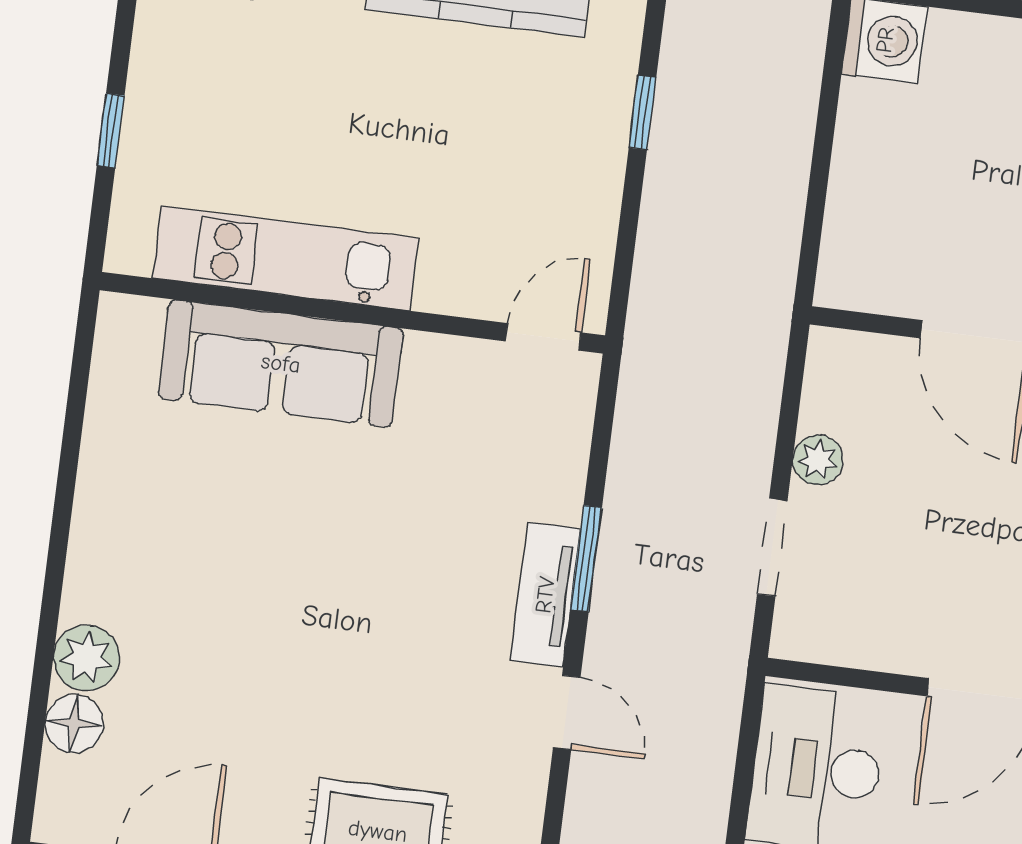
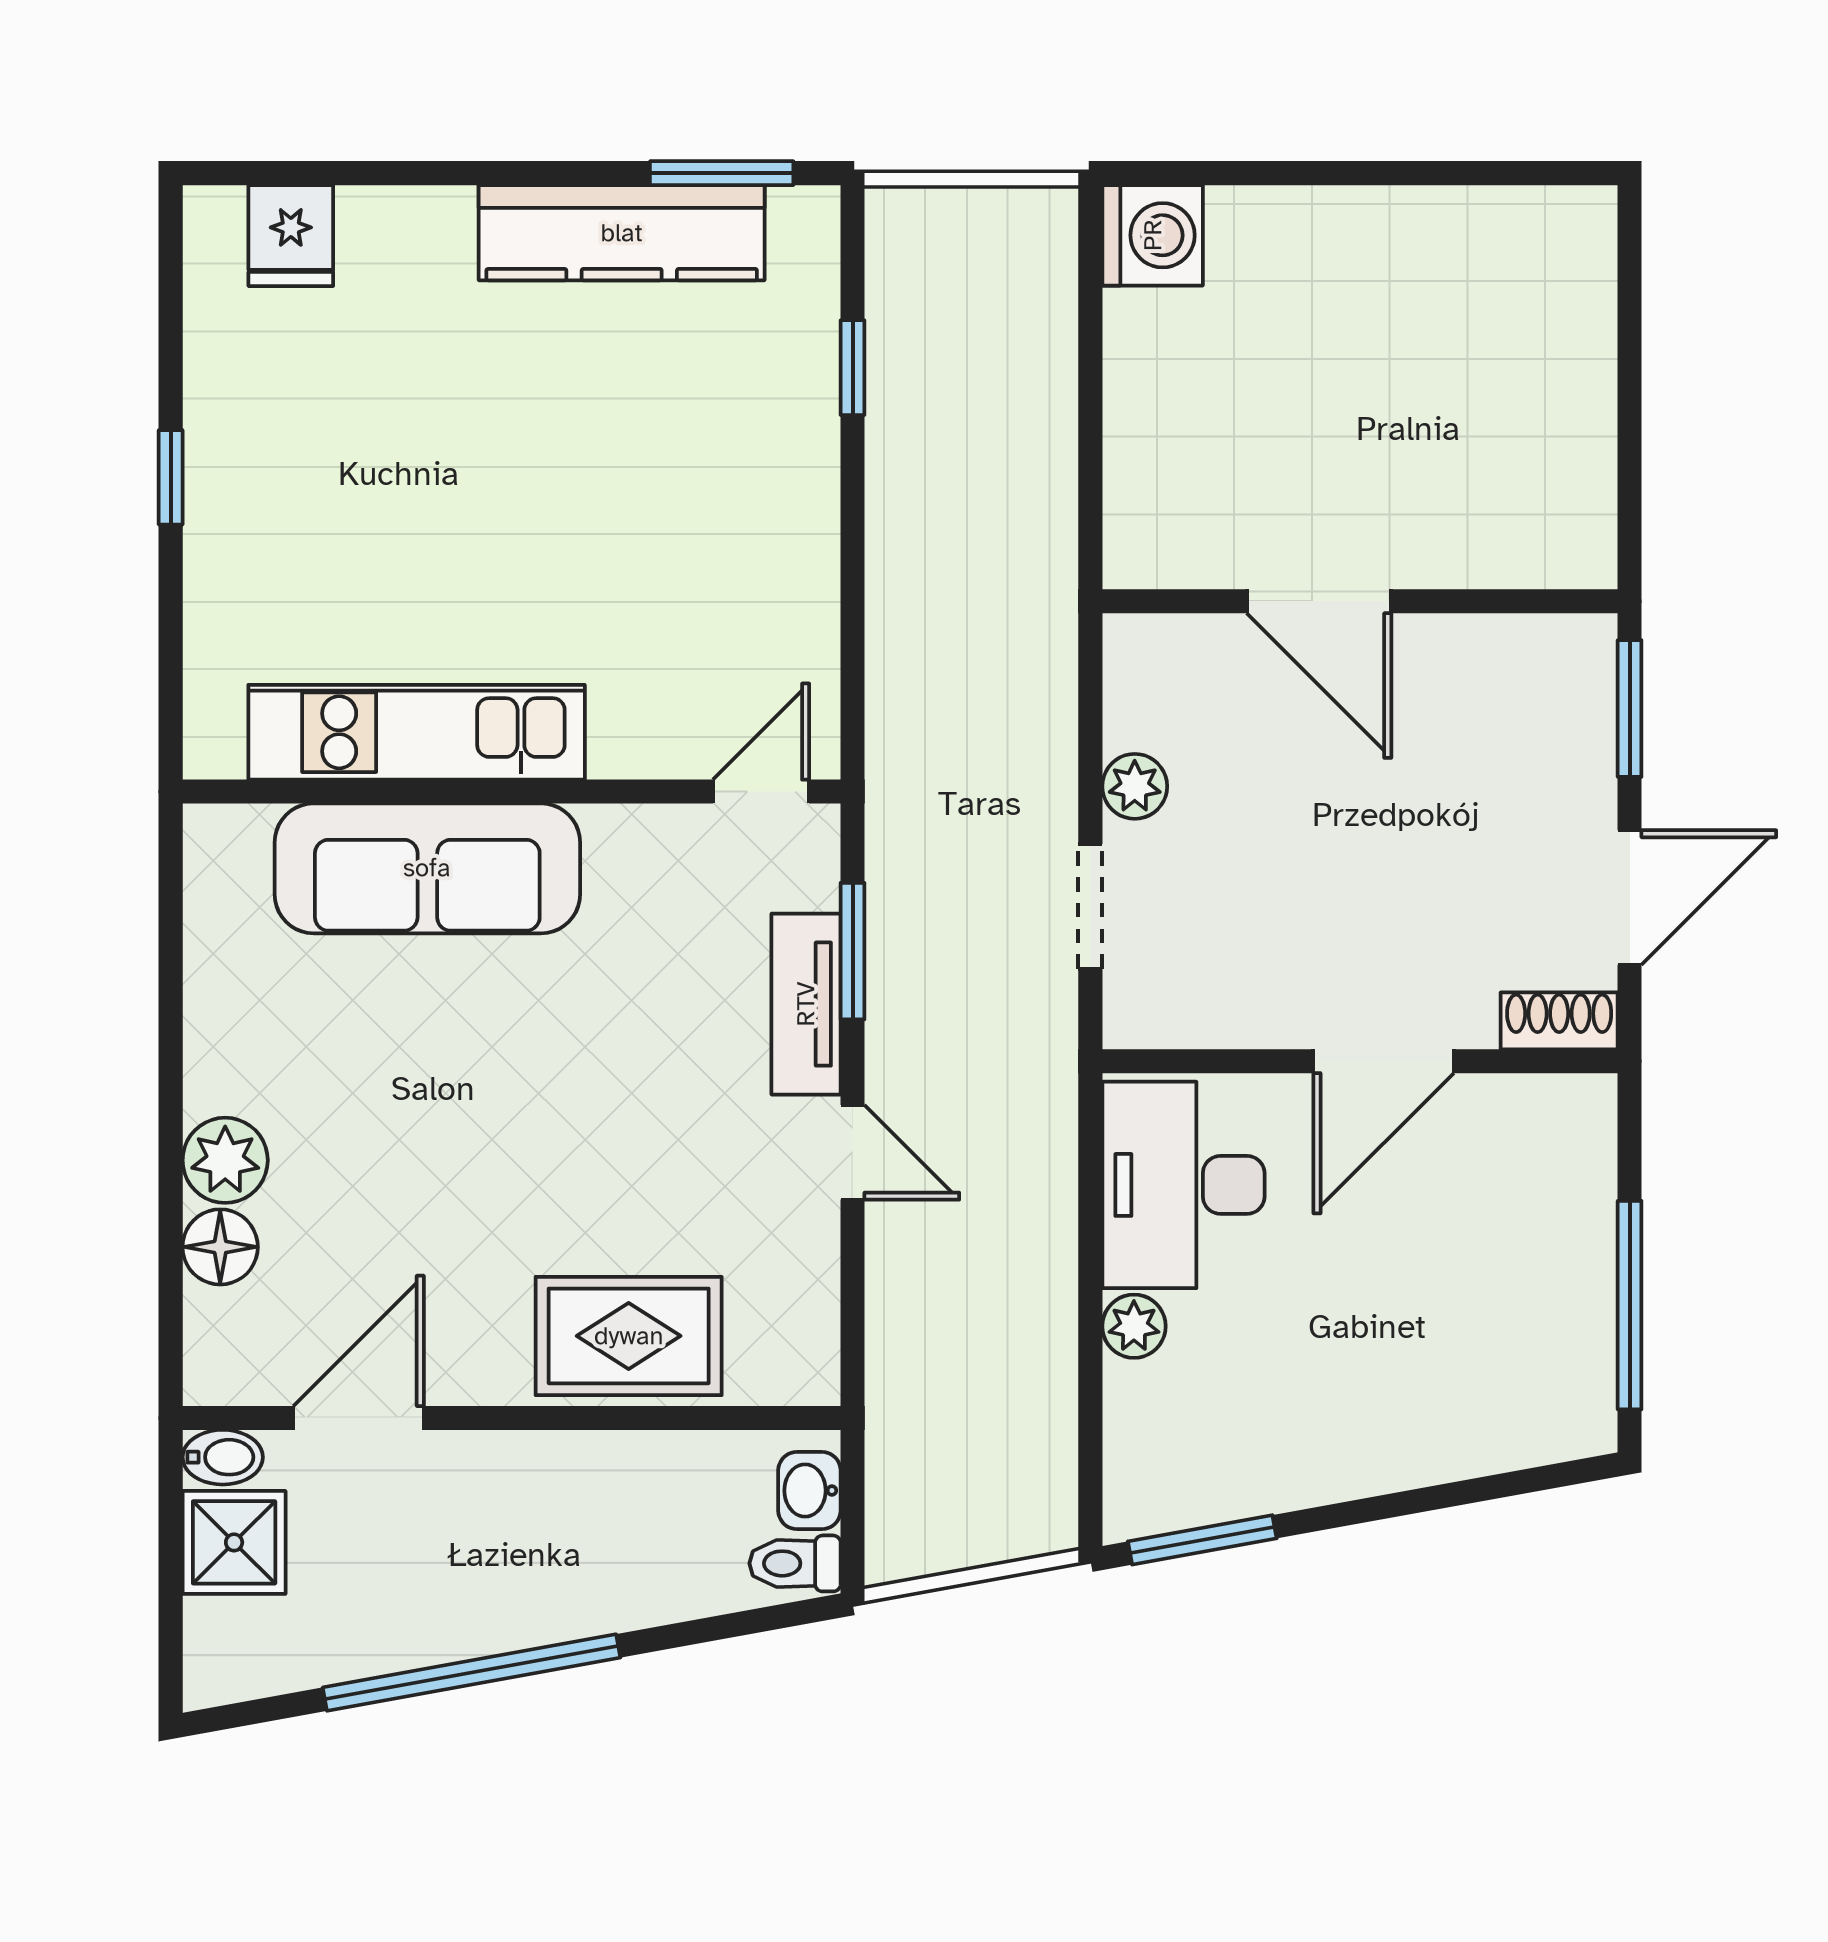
kitchen unit: (285, 258) -> (417, 732), moved
wall: (352, 313) -> (512, 792), moved
door: (543, 337) -> (761, 792), moved
sofa: (281, 363) -> (427, 868), moved

